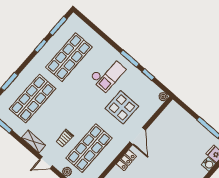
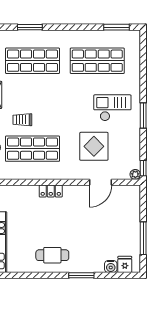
window: (41, 46) -> (85, 27), removed
checkout: (108, 74) -> (112, 108), turned 180
window: (148, 75) -> (143, 168), moved
door: (138, 136) -> (100, 182), moved

